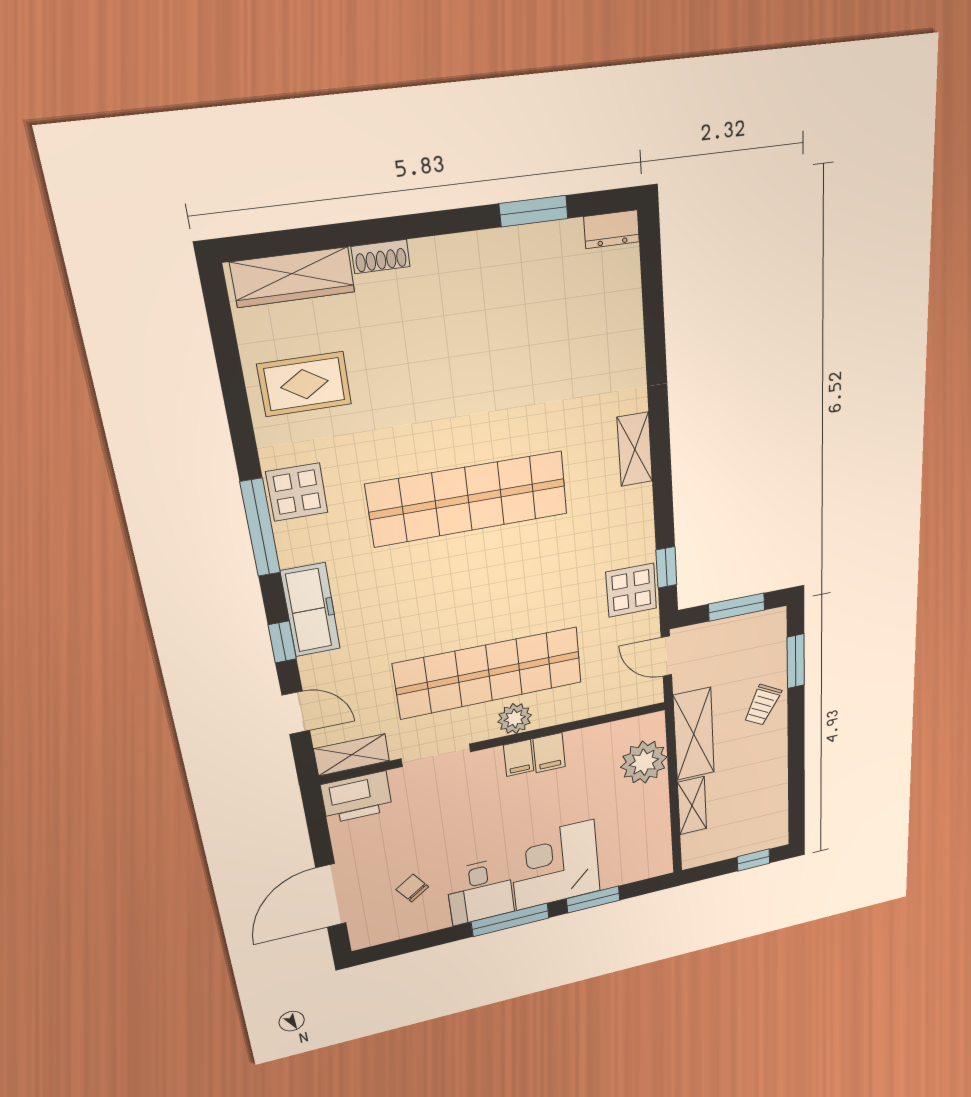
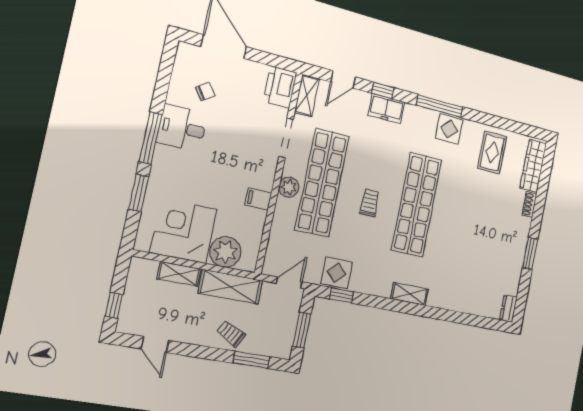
window: (534, 211) -> (530, 253), moved
trolley: (495, 583) -> (370, 203), added
freezer: (310, 610) -> (386, 109), width x0.71
filing cabinet: (519, 758) -> (263, 181), removed
door: (796, 792) -> (155, 345), added
corner desk: (555, 865) -> (184, 231), moved, turned -90

